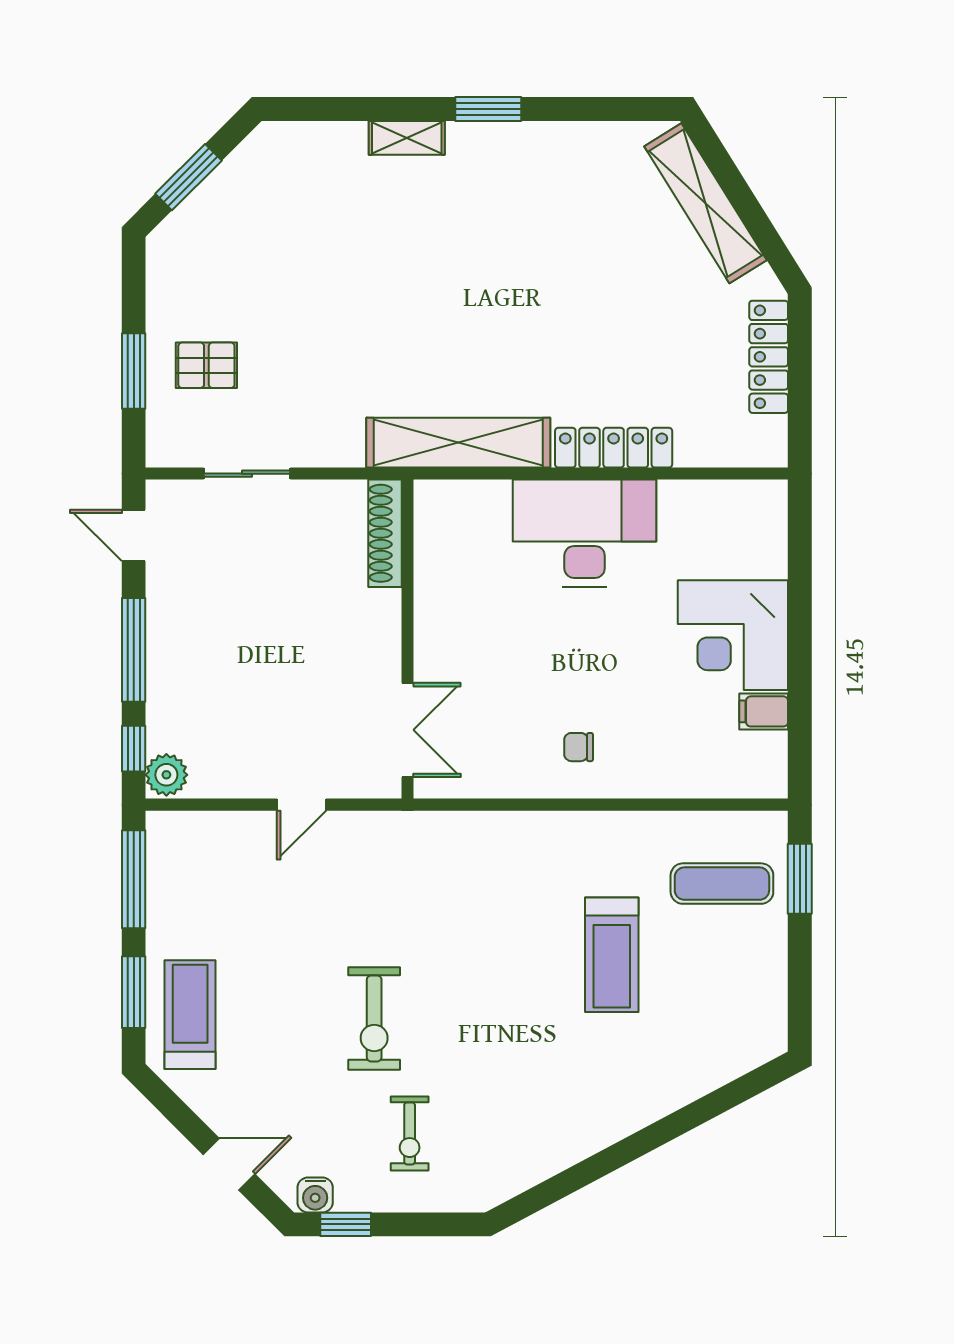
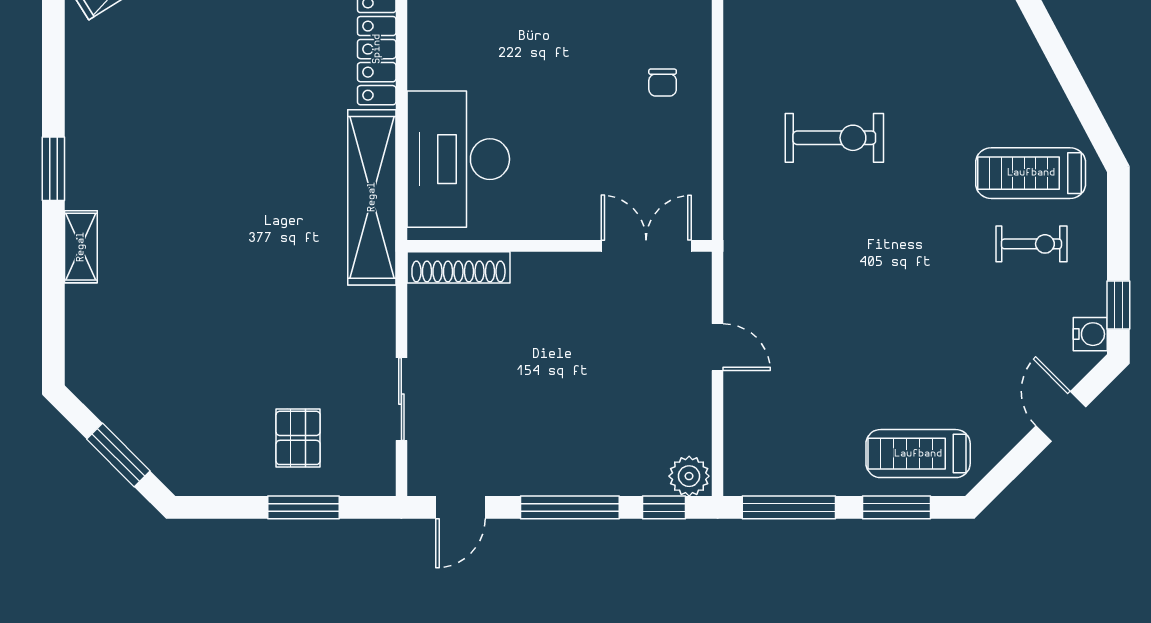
desk: (585, 533) -> (458, 159), moved
treadmill: (612, 955) -> (1031, 173), moved, turned 180
exercise bike: (374, 1018) -> (834, 138), moved

